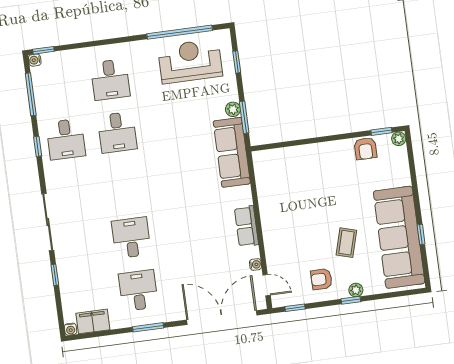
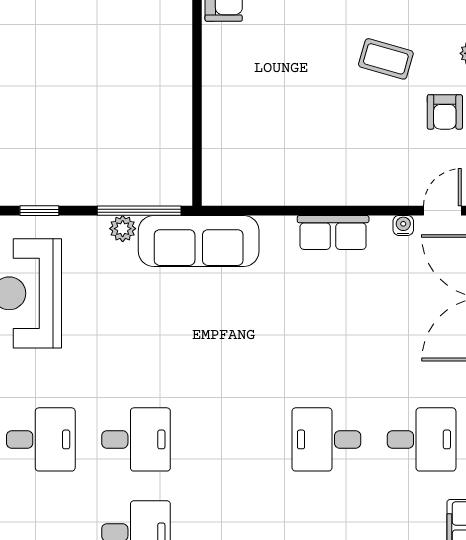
window: (244, 117) -> (139, 211), width x1.44
desk: (138, 290) -> (422, 439), turned 180

